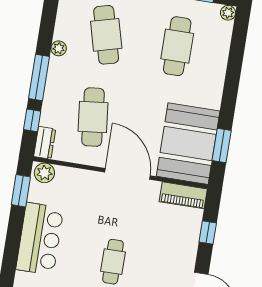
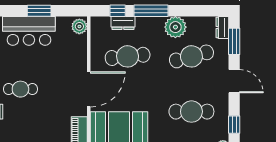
plant: (59, 48) -> (175, 27), width x1.87, depth x1.87
dresser: (45, 143) -> (123, 23), moved
window: (21, 191) -> (39, 11), moved

